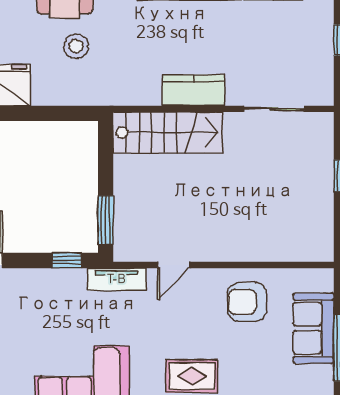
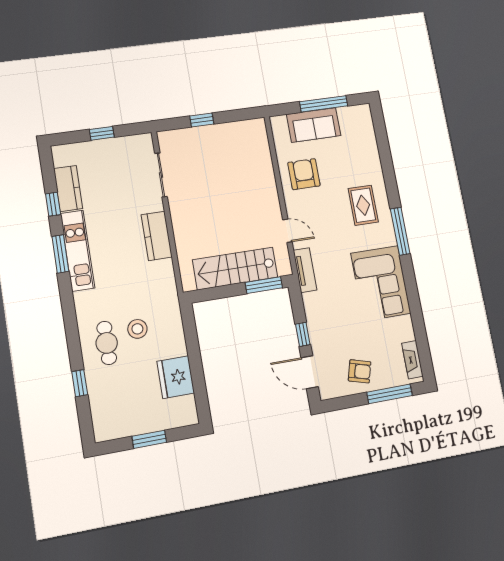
stairs: (168, 132) -> (235, 268), moved, turned -90
window: (67, 260) -> (303, 334), moved
armchair: (247, 302) -> (304, 174), turned 180

